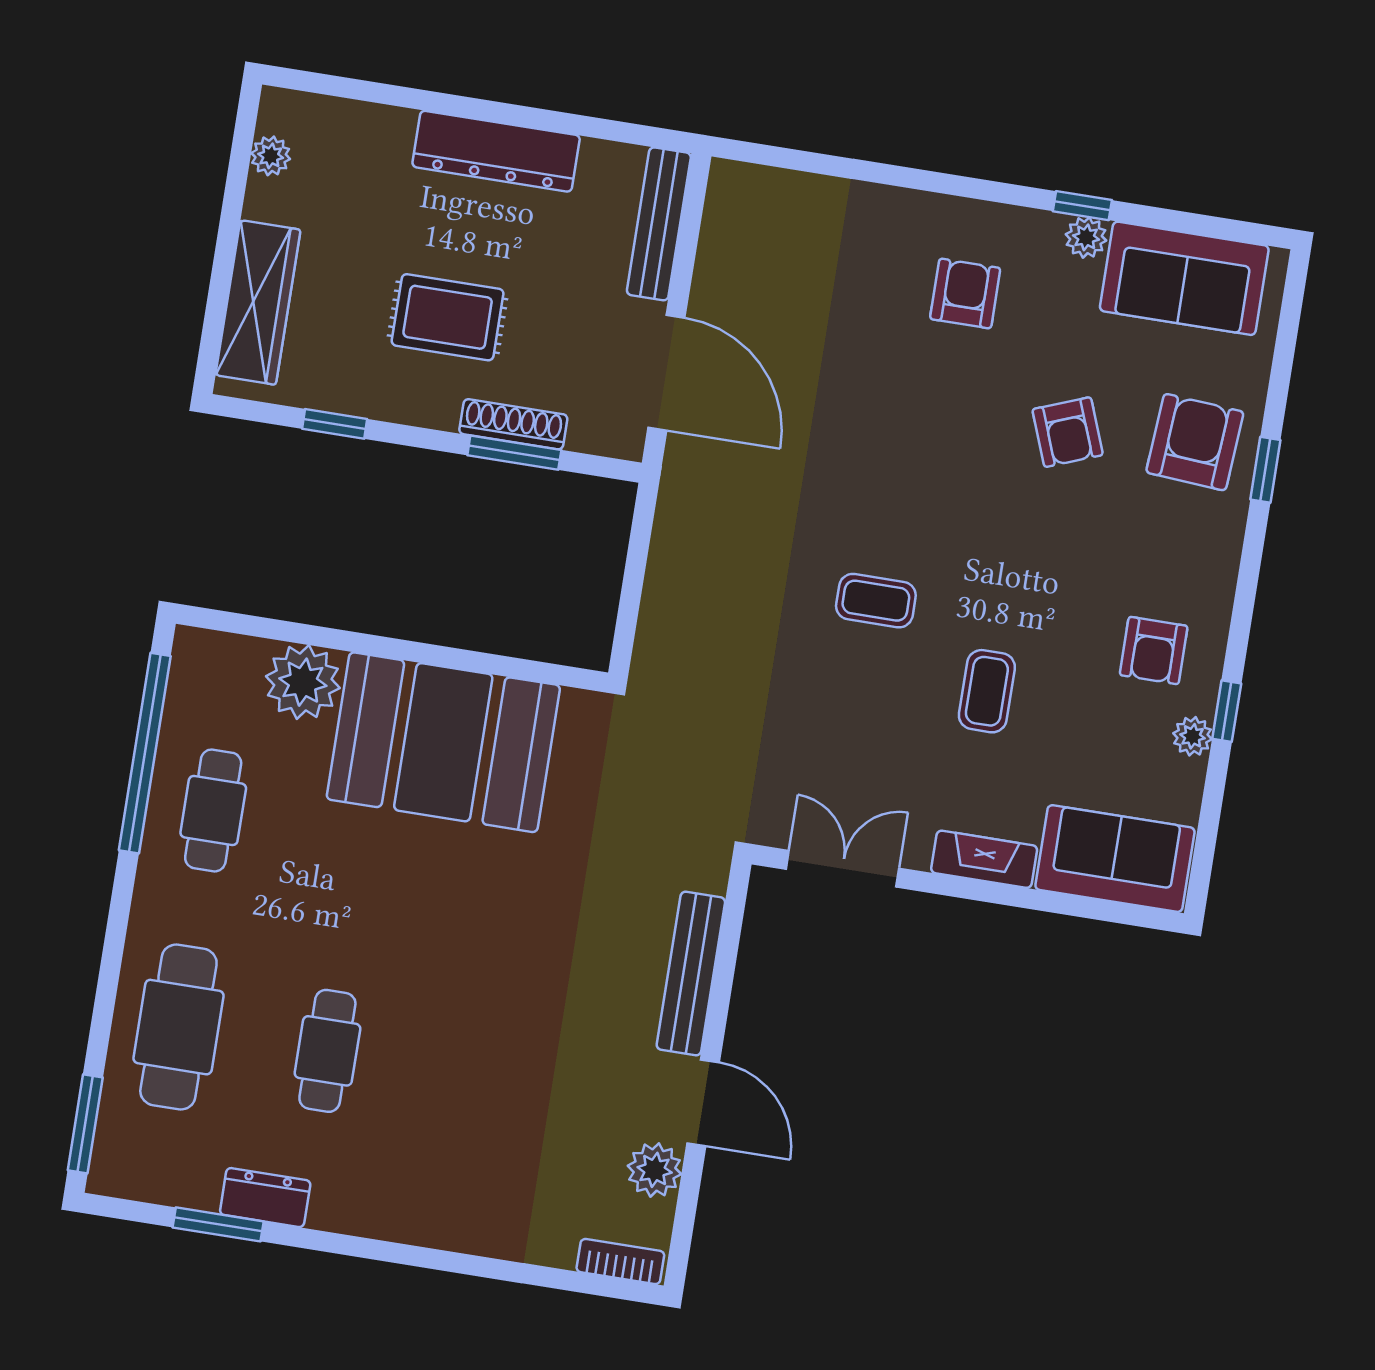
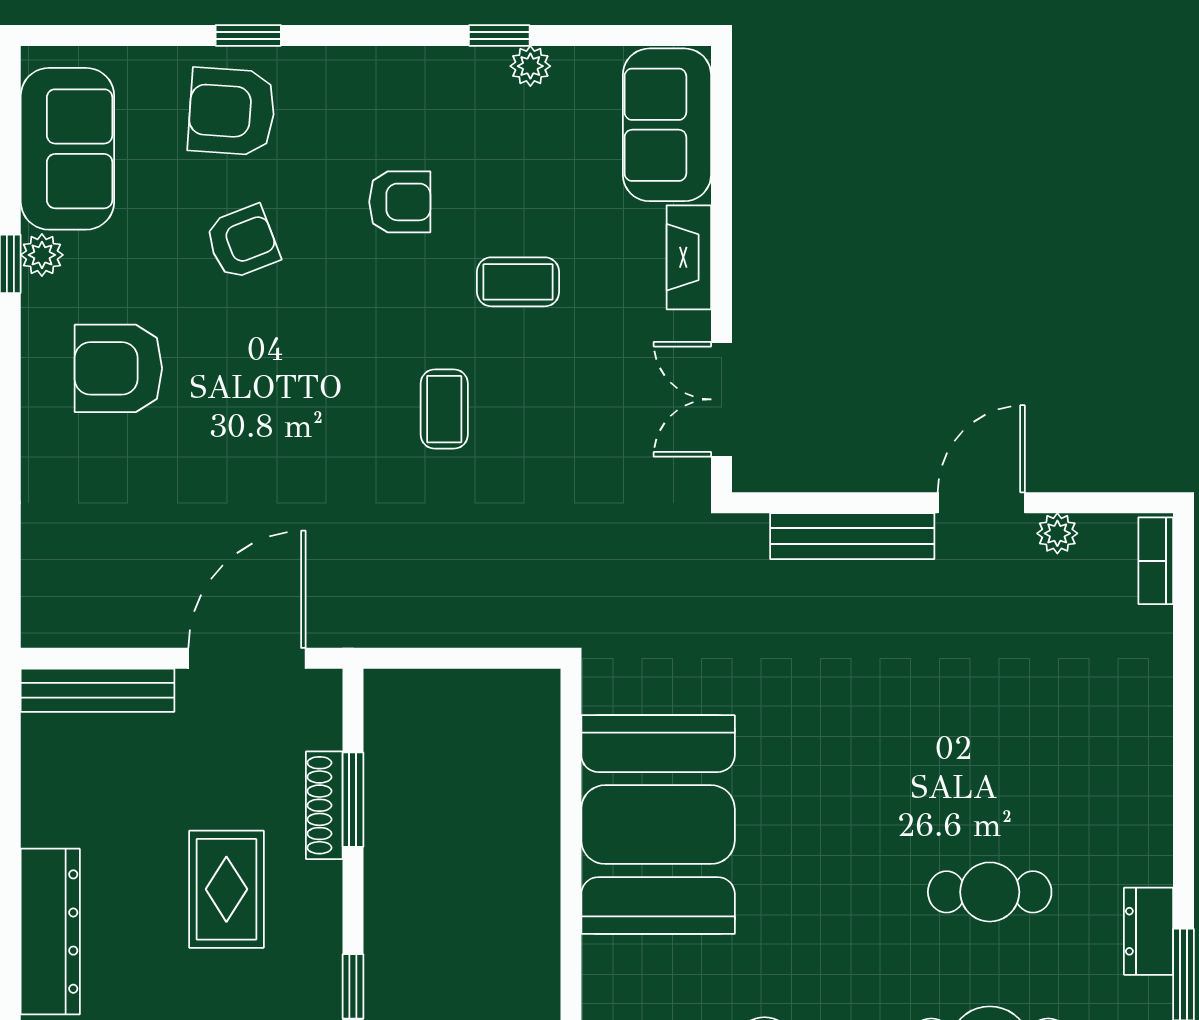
dresser: (496, 151) -> (50, 932), moved
armchair: (965, 293) -> (118, 368), width x1.38, depth x1.38
armchair: (1154, 650) -> (400, 202), moved
plant: (303, 682) -> (620, 977), removed
plant: (655, 1170) -> (1057, 533), width x0.73, depth x0.73

